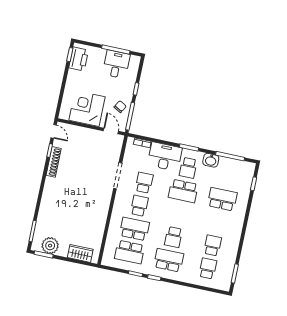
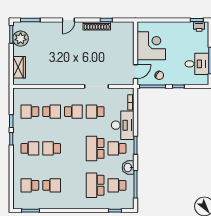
printer: (79, 59) -> (199, 26), width x0.53, depth x0.68
door: (54, 131) -> (68, 20), moved
school desk: (227, 176) -> (117, 185), added
school desk: (144, 183) -> (95, 112), turned 180
school desk: (222, 199) -> (95, 185), turned 180
school desk: (134, 229) -> (52, 112), width x0.54
school desk: (130, 252) -> (30, 112), width x0.54
school desk: (169, 260) -> (30, 148), width x0.54
school desk: (208, 268) -> (30, 185), turned 180

